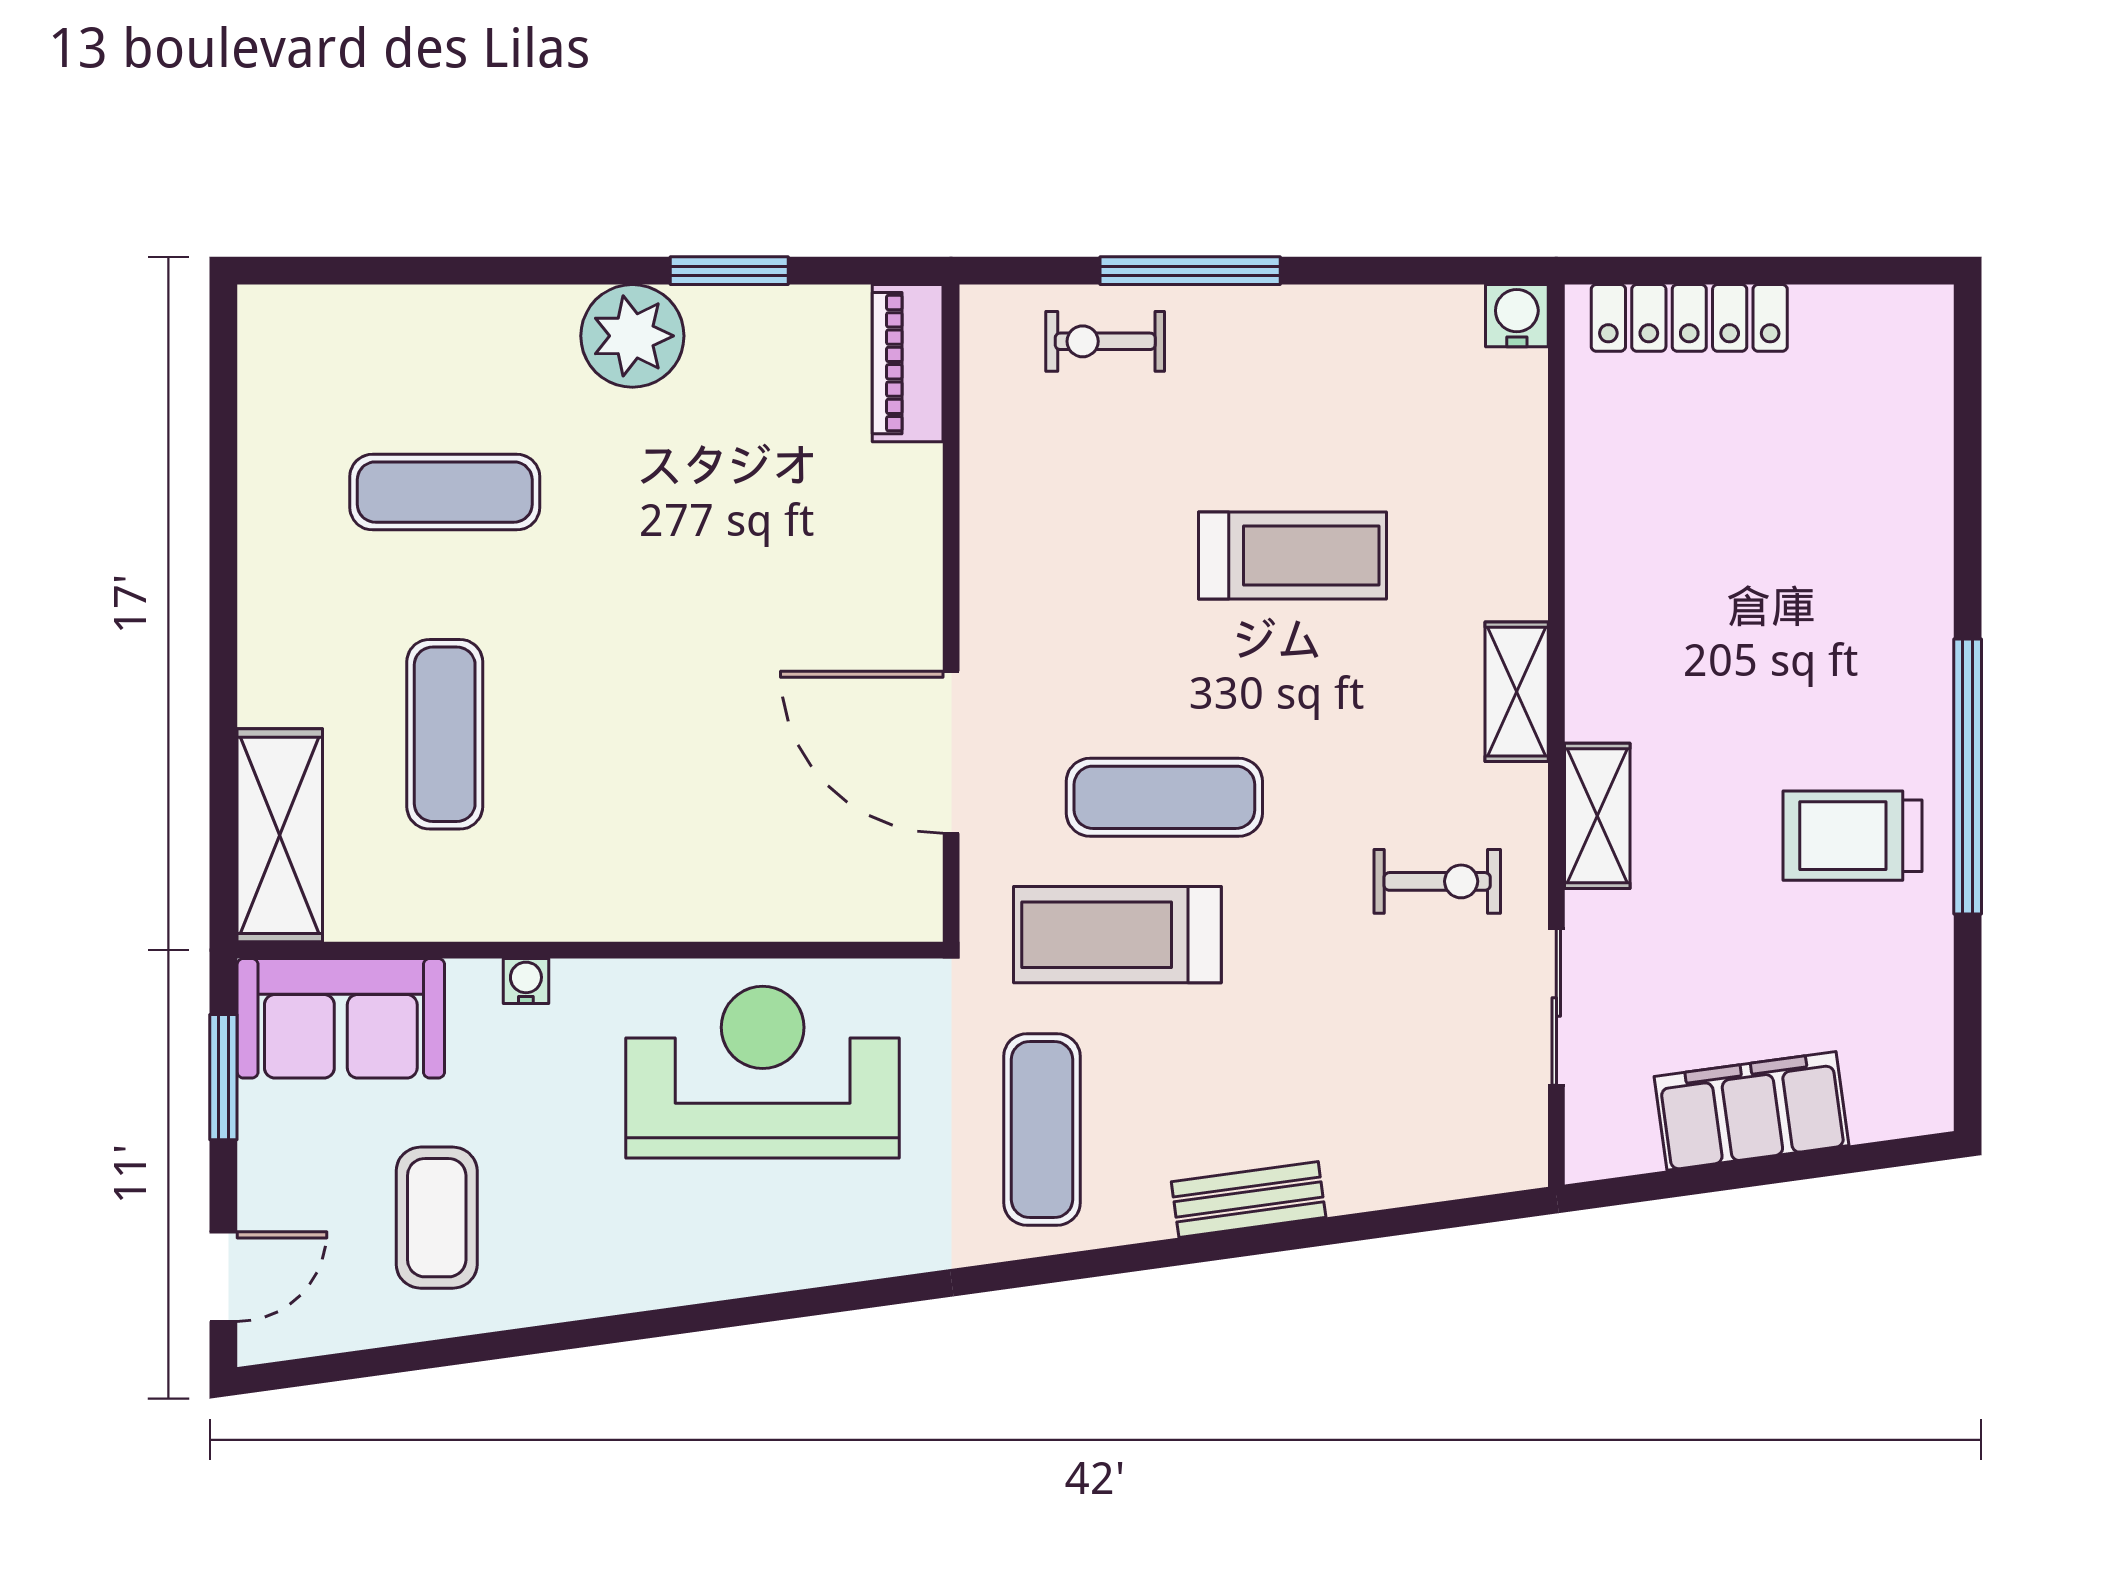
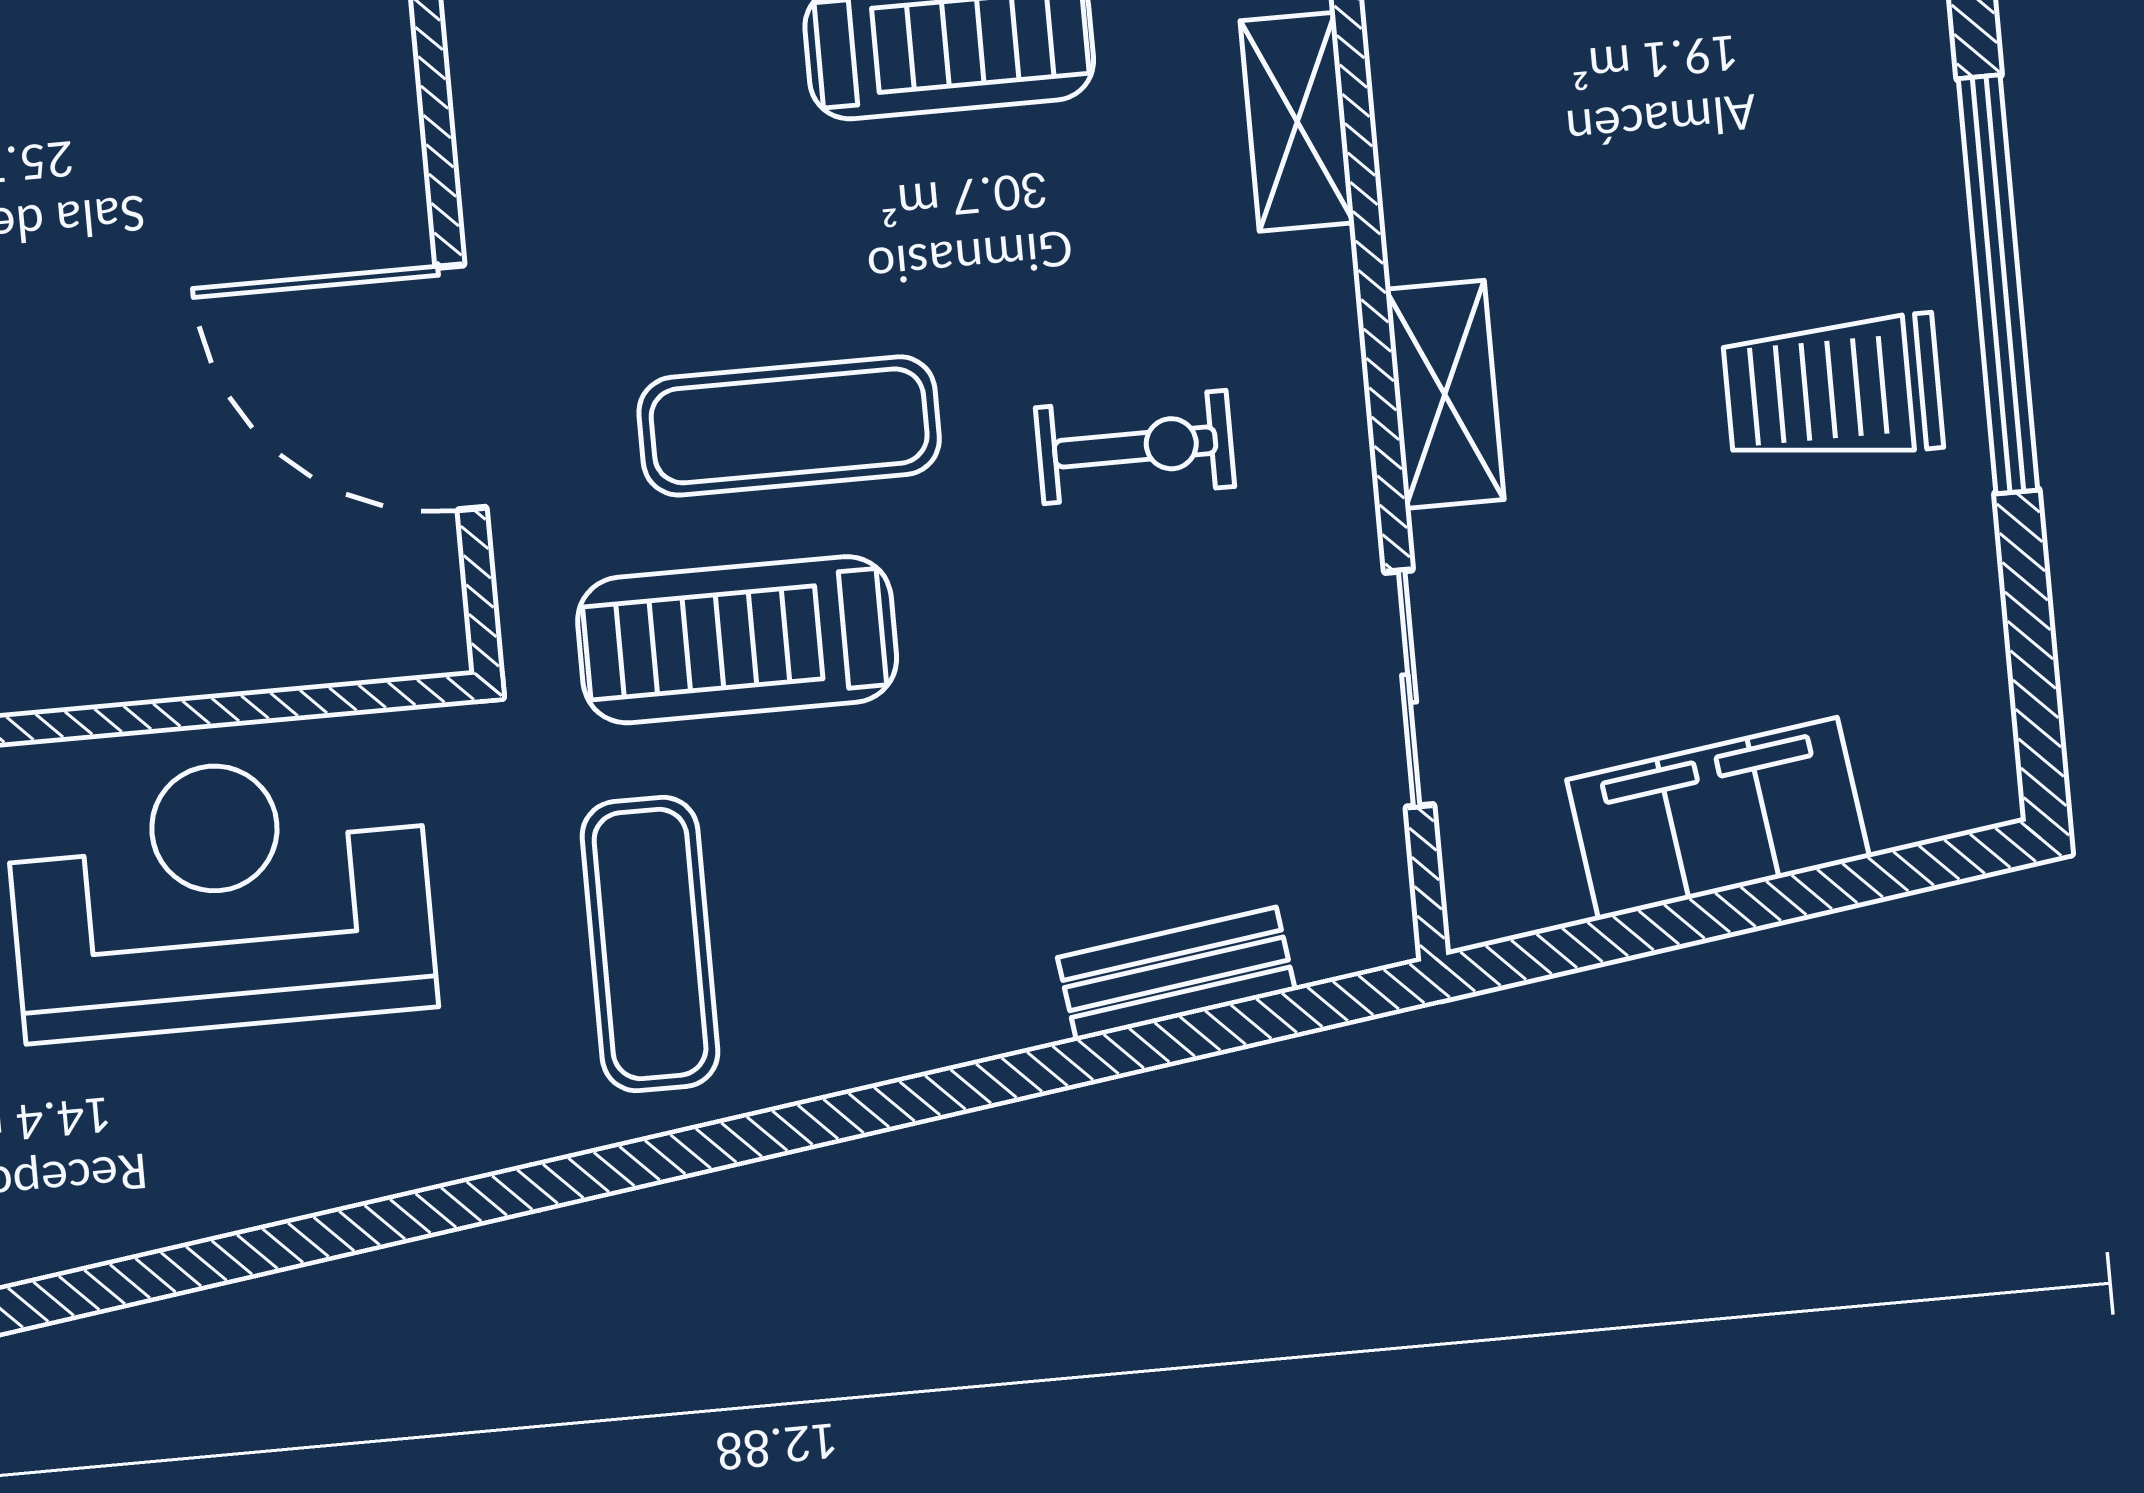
shelving: (1517, 692) -> (1297, 122), moved
exercise bike: (1437, 881) -> (1135, 447), moved
bench: (1249, 1199) -> (1176, 974), moved

